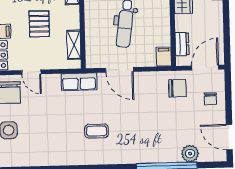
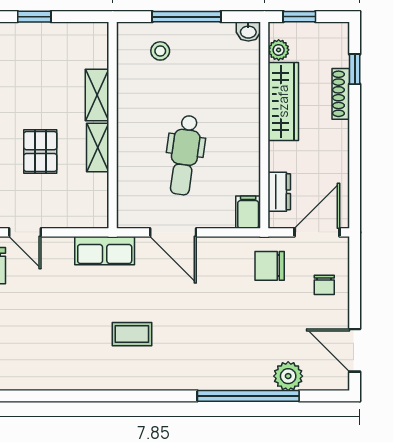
shelving: (74, 45) -> (98, 147), moved
chair: (177, 88) -> (270, 266), turned 180

